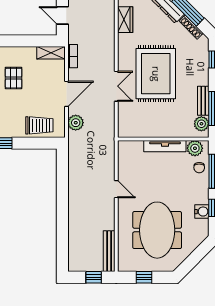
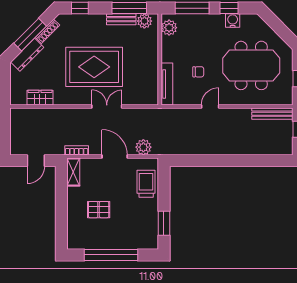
tv unit: (165, 146) -> (167, 84), moved
chair: (199, 168) -> (198, 72), moved

